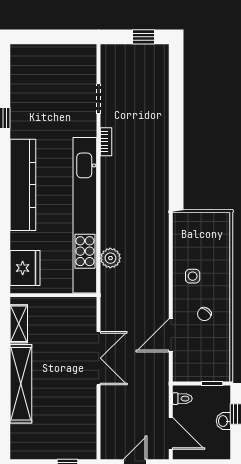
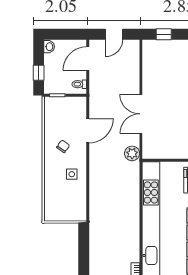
plant: (110, 258) -> (132, 153), moved
washbasin: (223, 421) -> (49, 47), moved
door: (171, 433) -> (88, 59), hinge flipped

